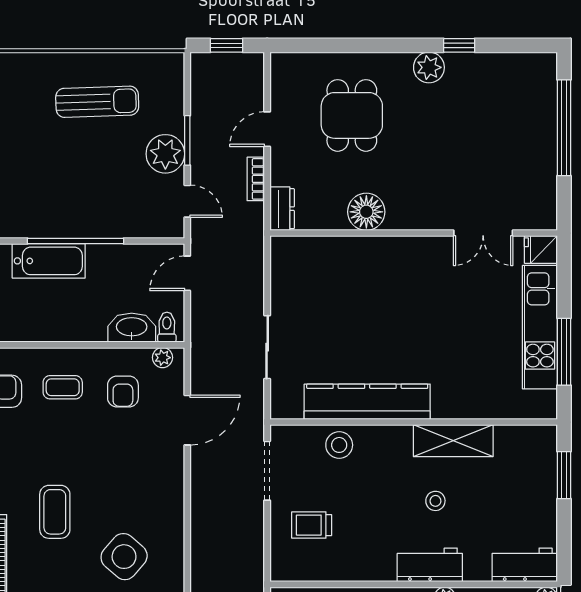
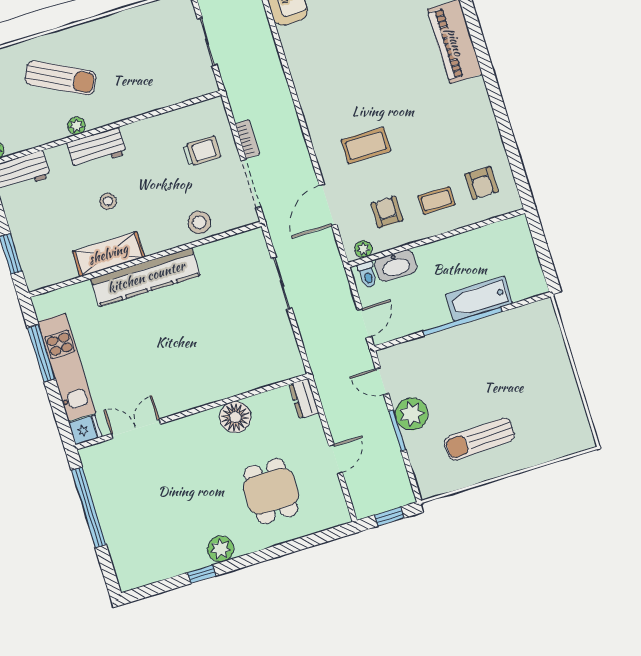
window: (564, 128) -> (89, 507), moved
bookcase: (256, 179) -> (247, 139), moved
kitchen counter: (367, 402) -> (146, 277), moved
coffee table: (55, 512) -> (366, 146), moved, turned 90
side table: (124, 557) -> (345, 79), removed

